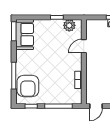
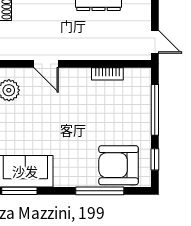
armchair: (28, 86) -> (119, 165), turned 180

